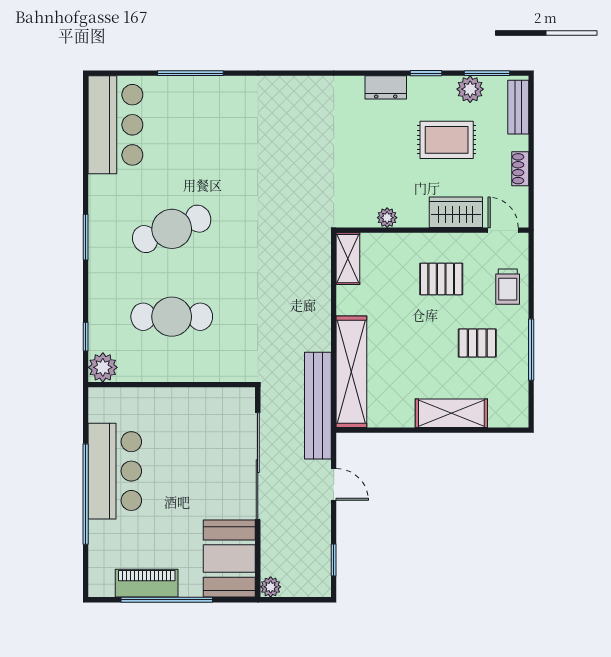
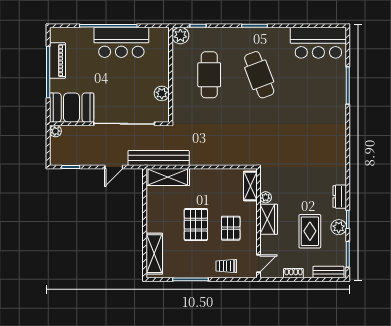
plant: (470, 89) -> (339, 227), moved
wardrobe: (456, 212) -> (269, 219), moved
shelving: (348, 259) -> (250, 186), moved, turned 90
pallet: (477, 343) -> (196, 225), moved, width x1.50, depth x1.42
shelving: (351, 372) -> (168, 177), width x0.68
plant: (205, 400) -> (162, 93), added
shelving: (451, 413) -> (154, 254), moved

